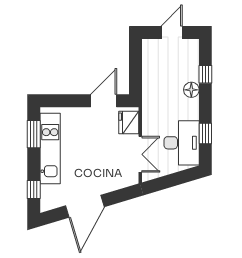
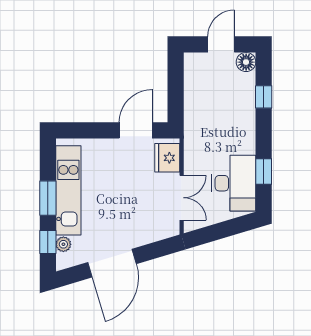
floor lamp: (191, 90) -> (246, 62), moved
window: (34, 134) -> (48, 198), moved
plant: (46, 191) -> (63, 244), added

